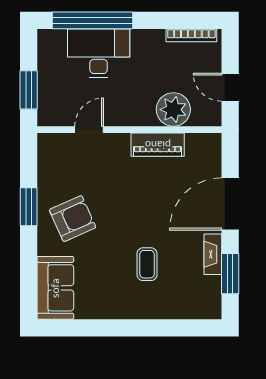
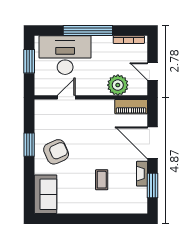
window: (93, 20) -> (88, 31), moved
desk: (99, 53) -> (65, 55), width x1.36, depth x1.30
window: (29, 90) -> (29, 61), moved
piano: (158, 145) -> (131, 107), moved
door: (230, 204) -> (153, 143), hinge flipped

